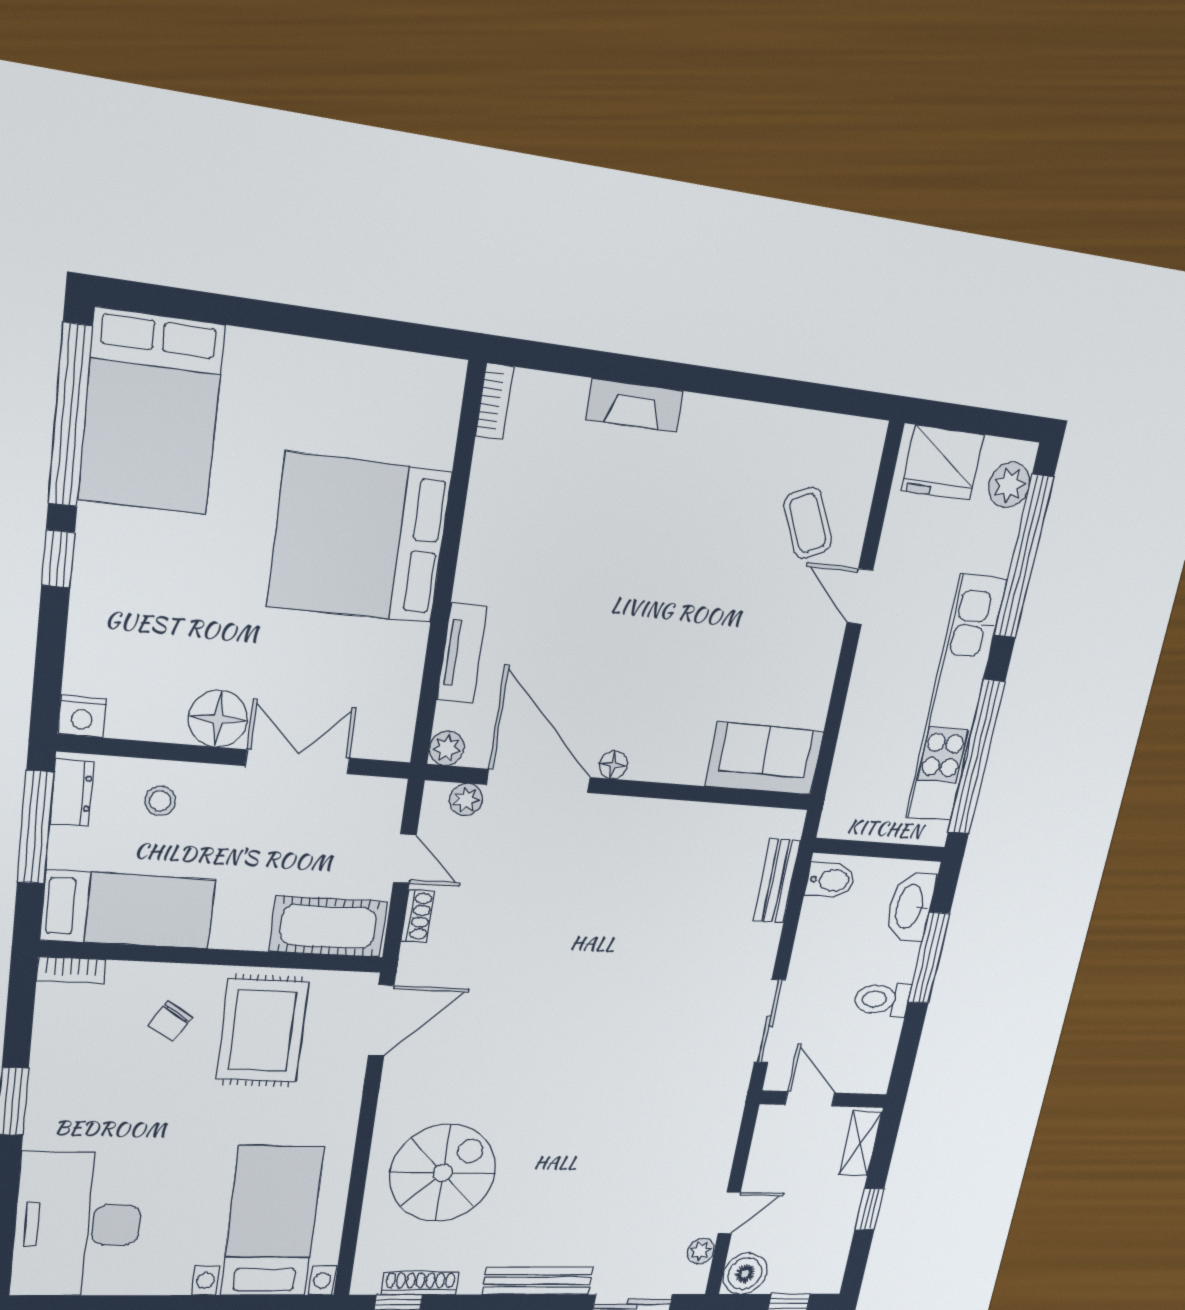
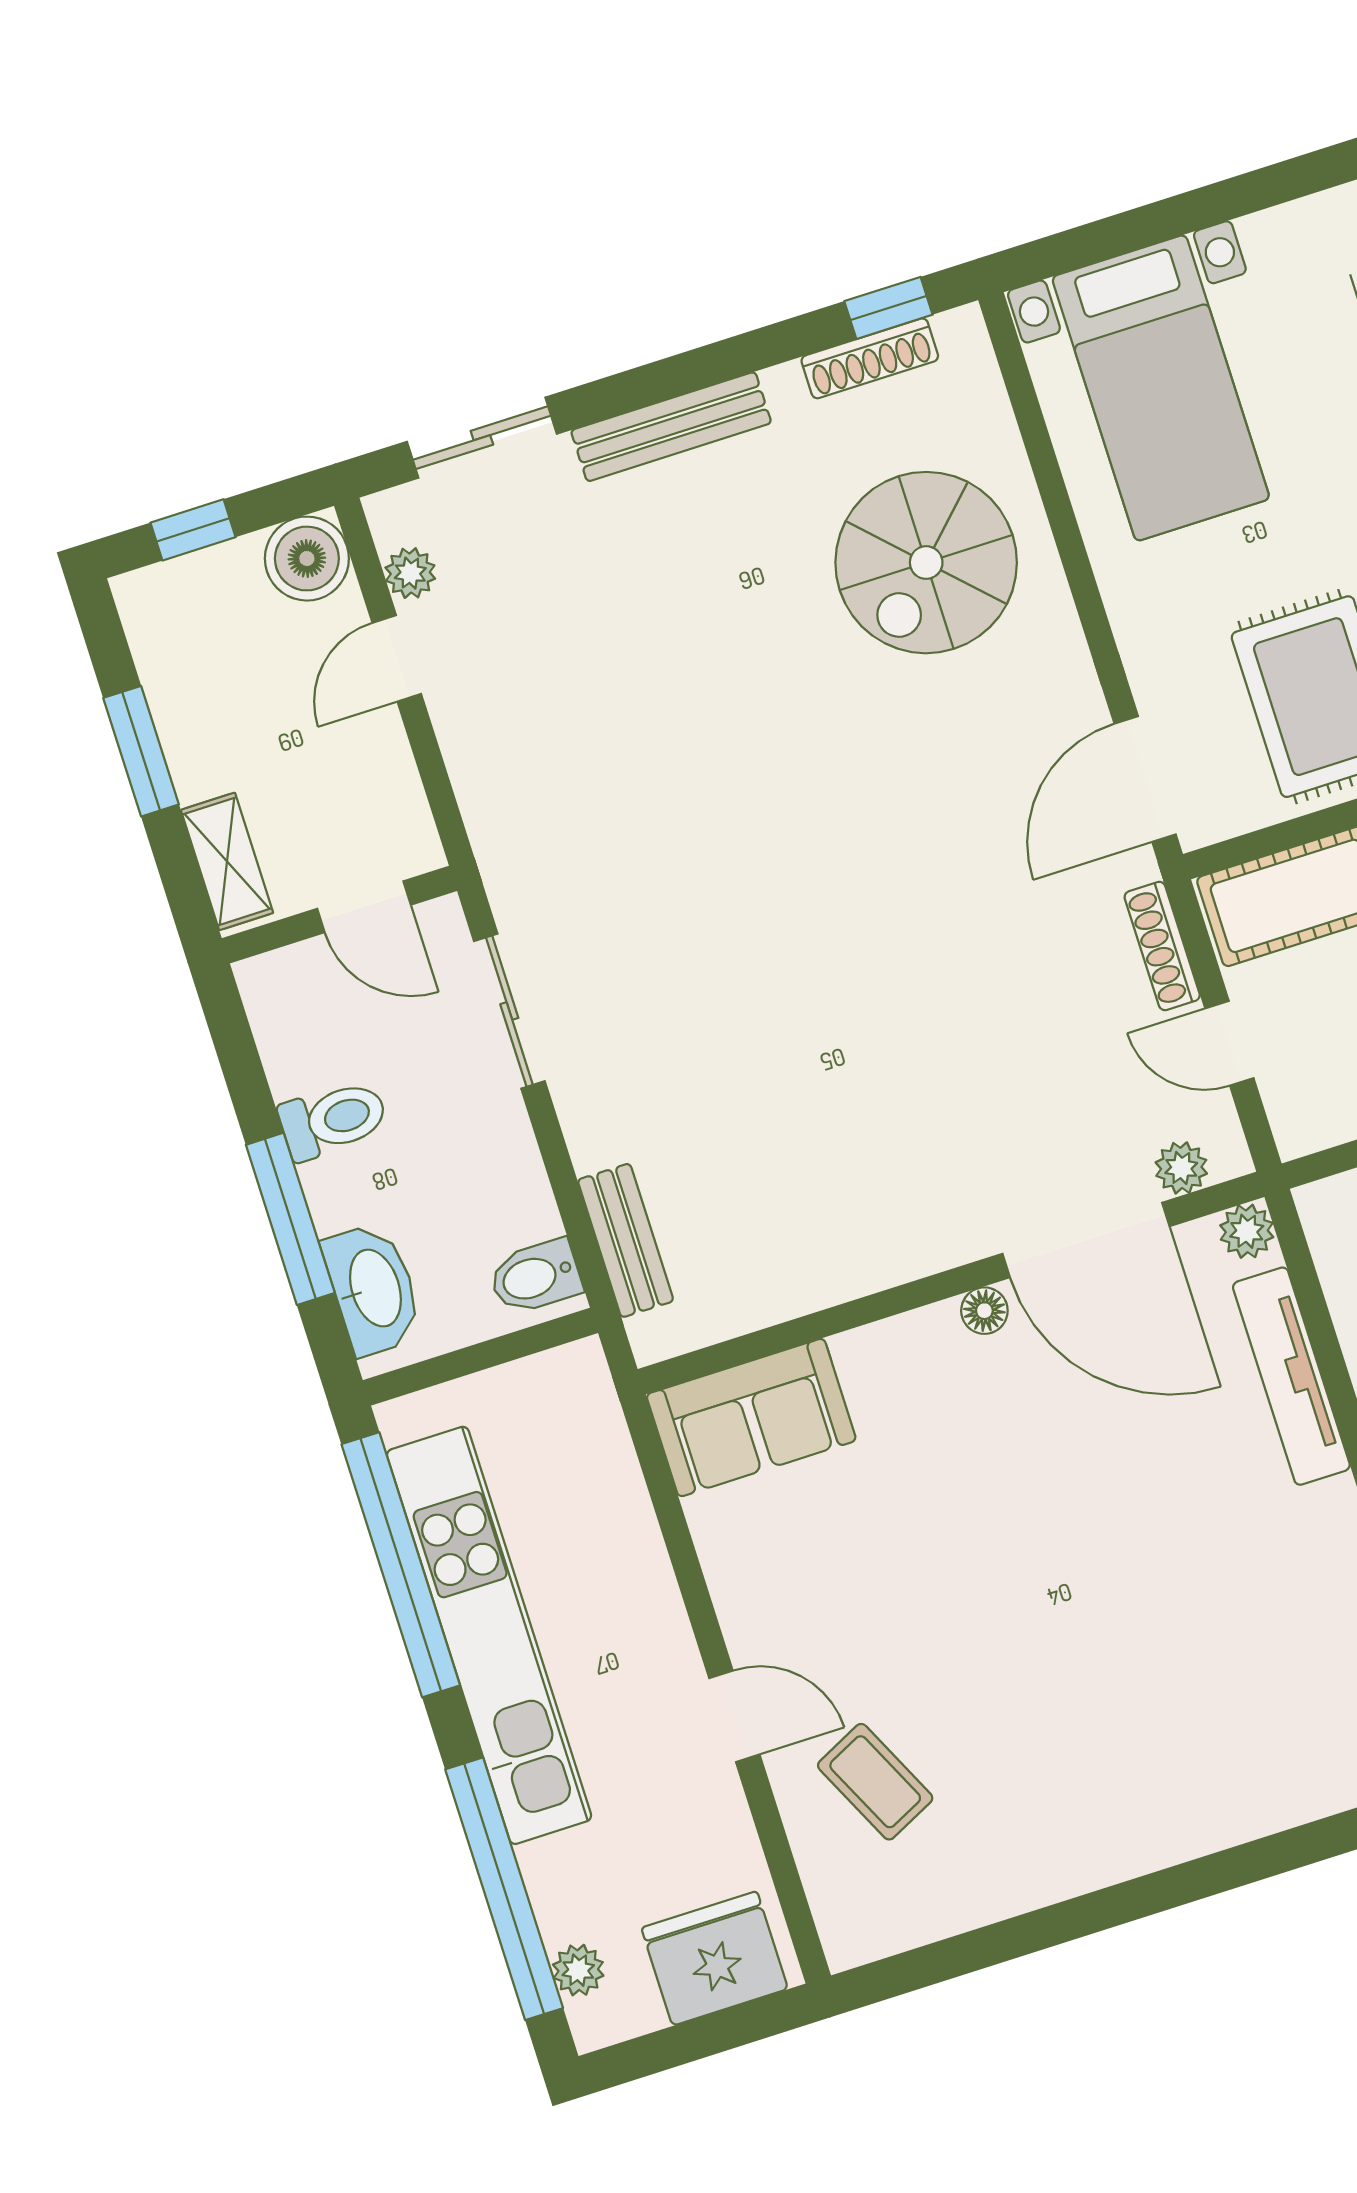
fireplace: (634, 405) -> (1217, 1820), removed
plant: (1009, 485) -> (578, 1970), width x0.73, depth x0.73
tv unit: (462, 653) -> (1291, 1376), width x1.41
shoe rack: (418, 916) -> (1162, 946), width x1.43
window: (869, 1209) -> (141, 751), width x1.50

